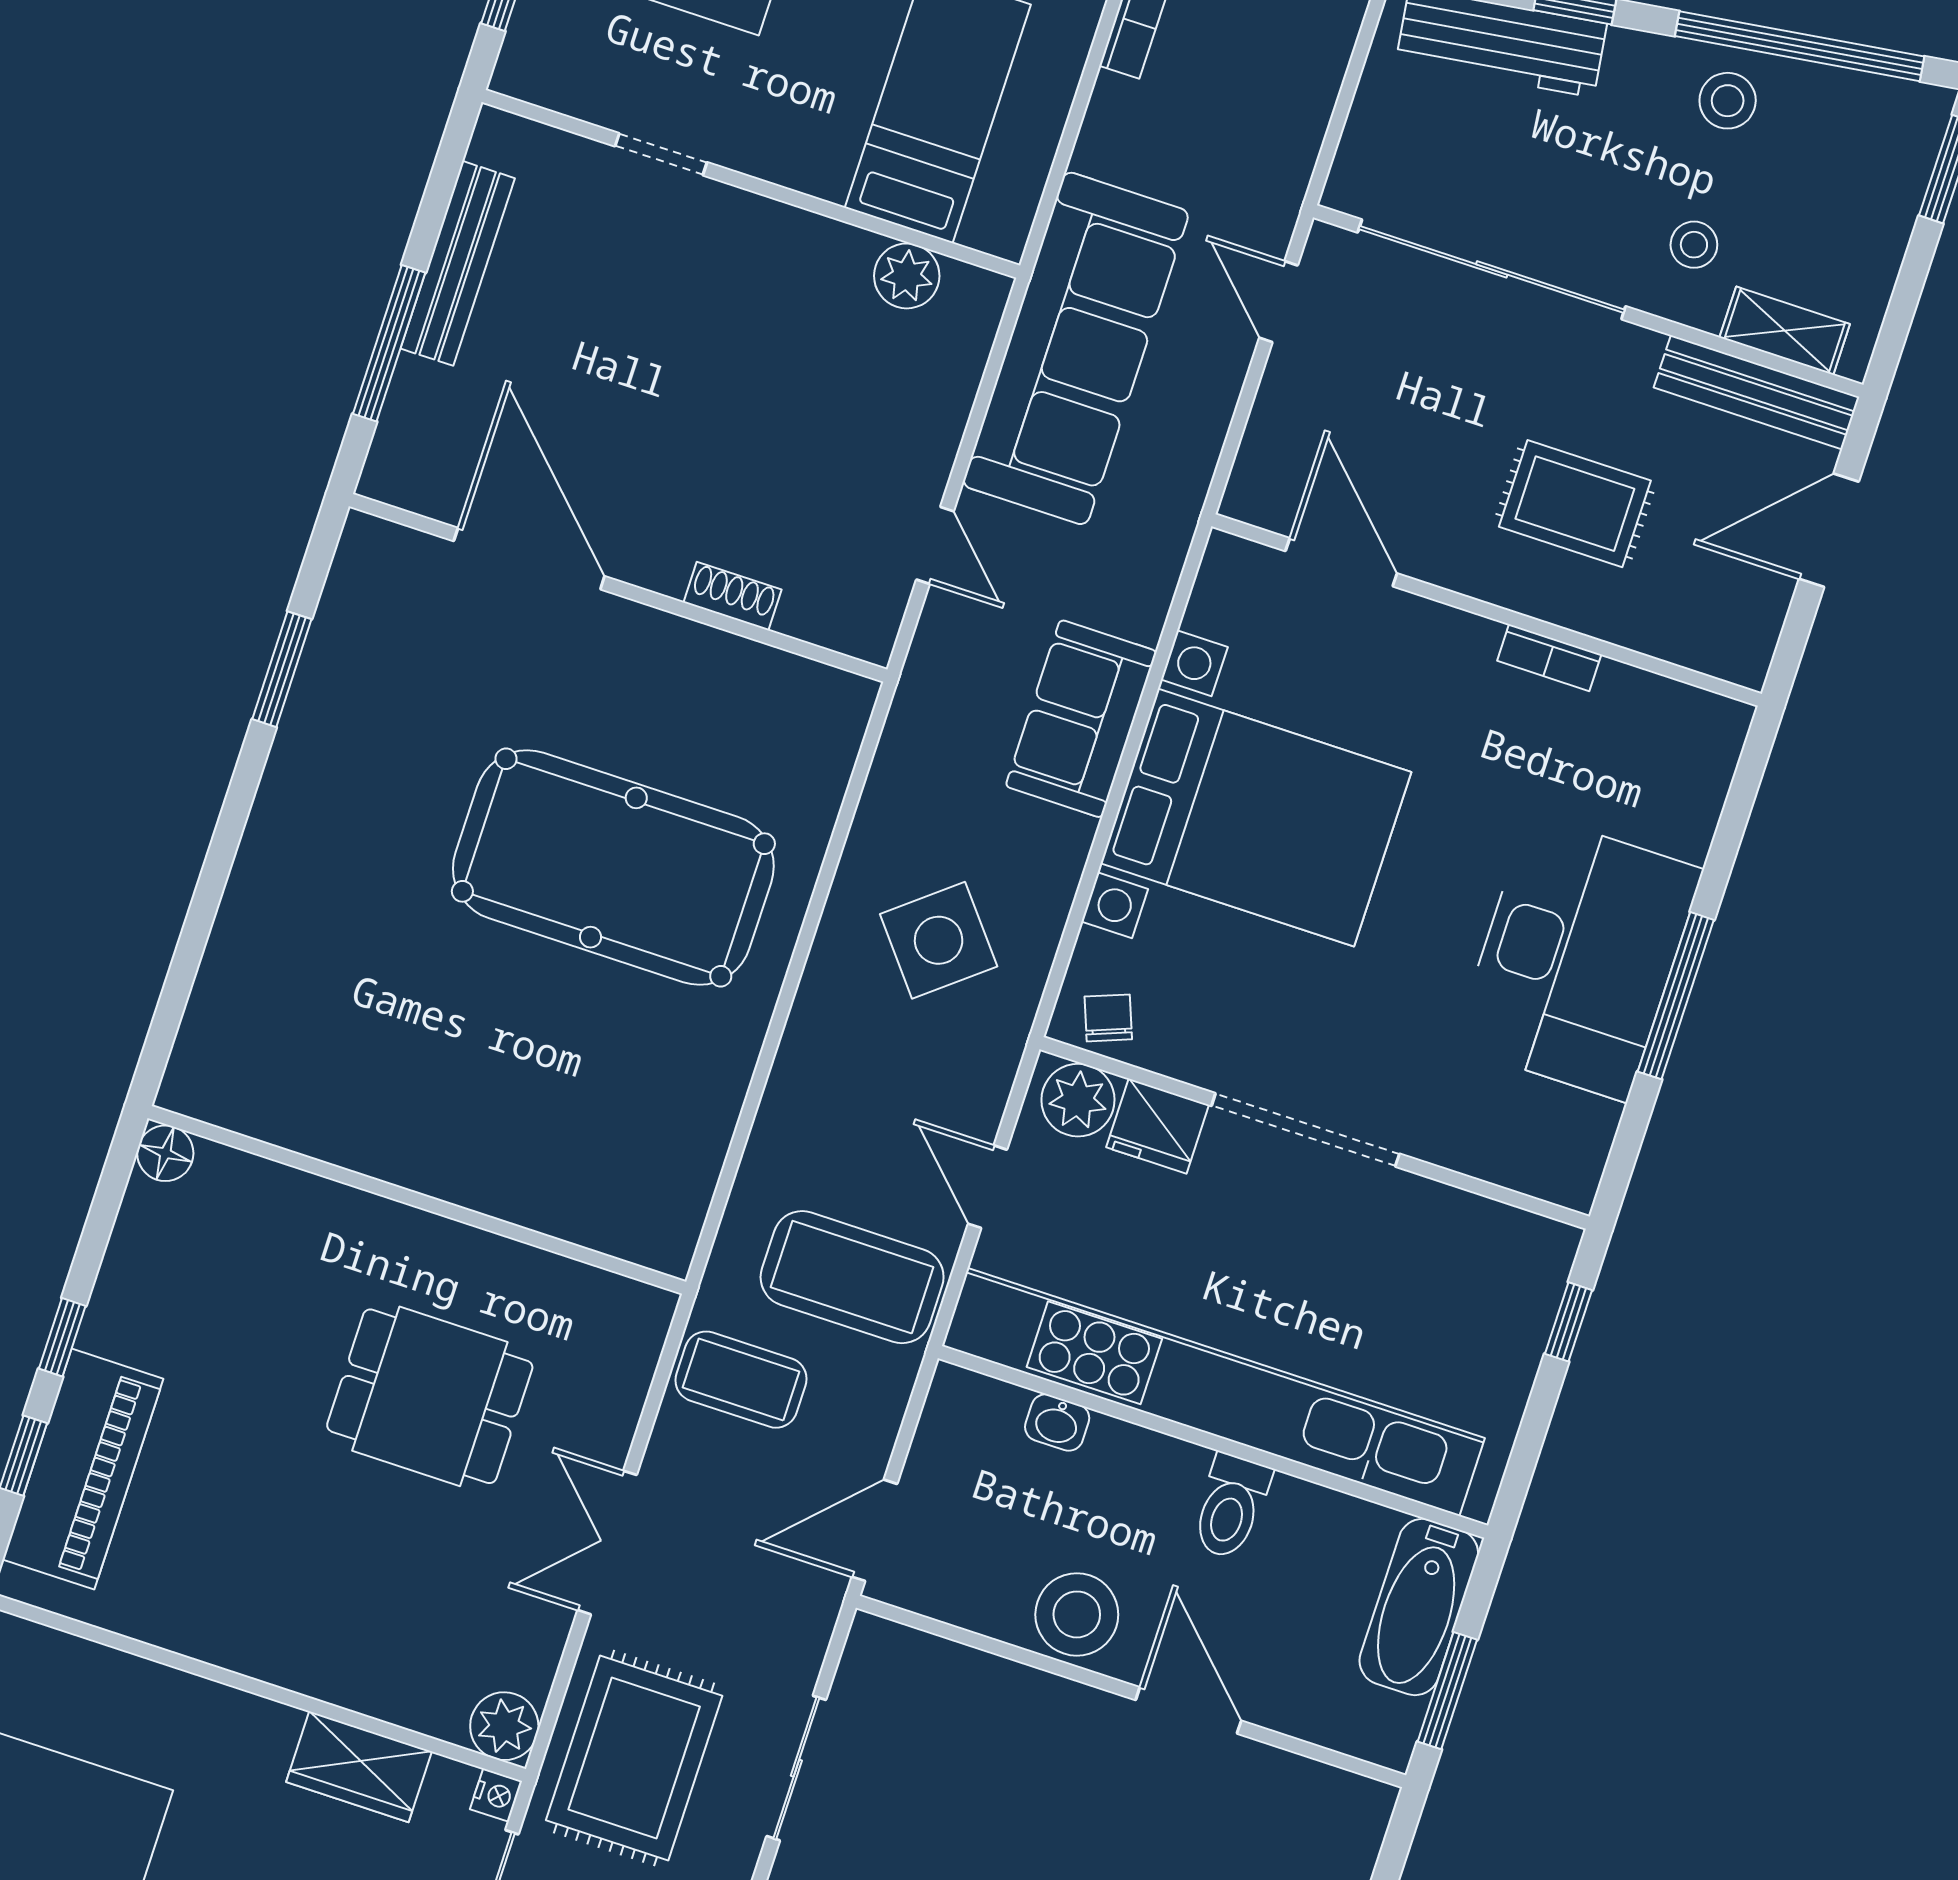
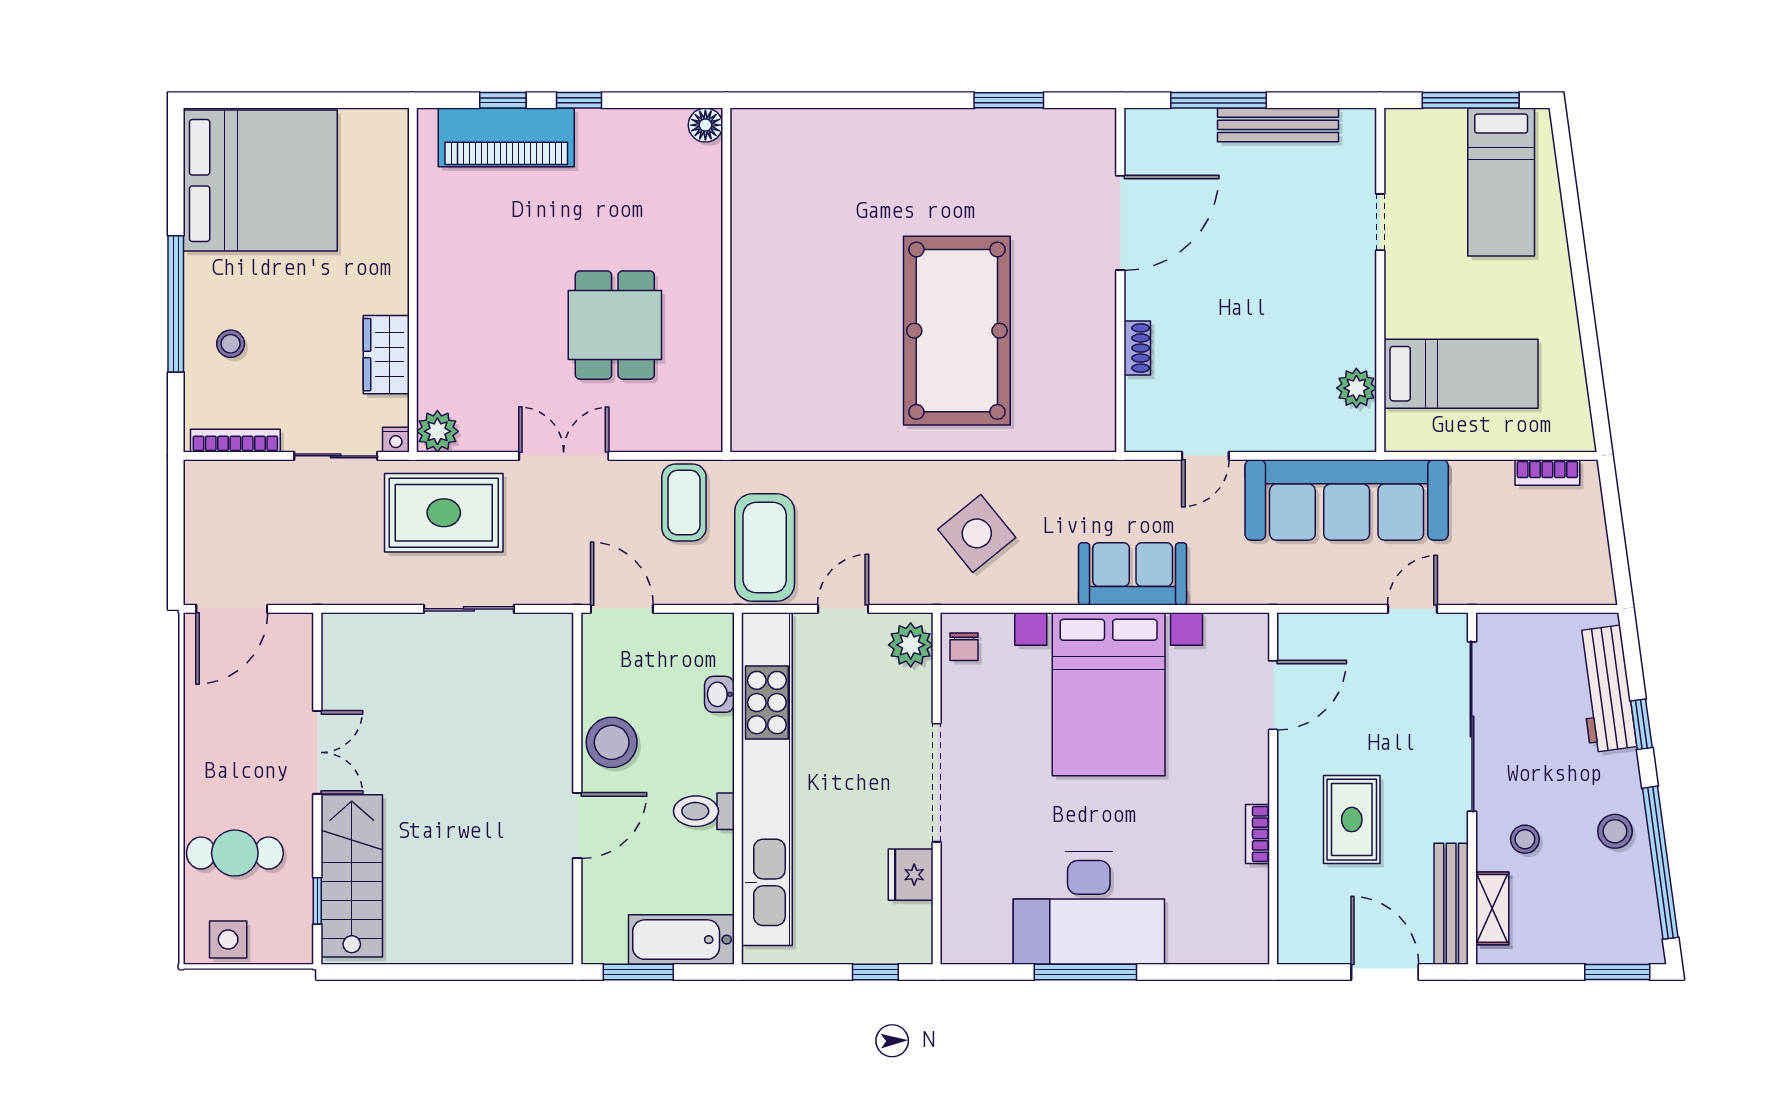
chair: (1108, 1018) -> (964, 647), turned 111
fridge: (1158, 1126) -> (911, 875), moved

